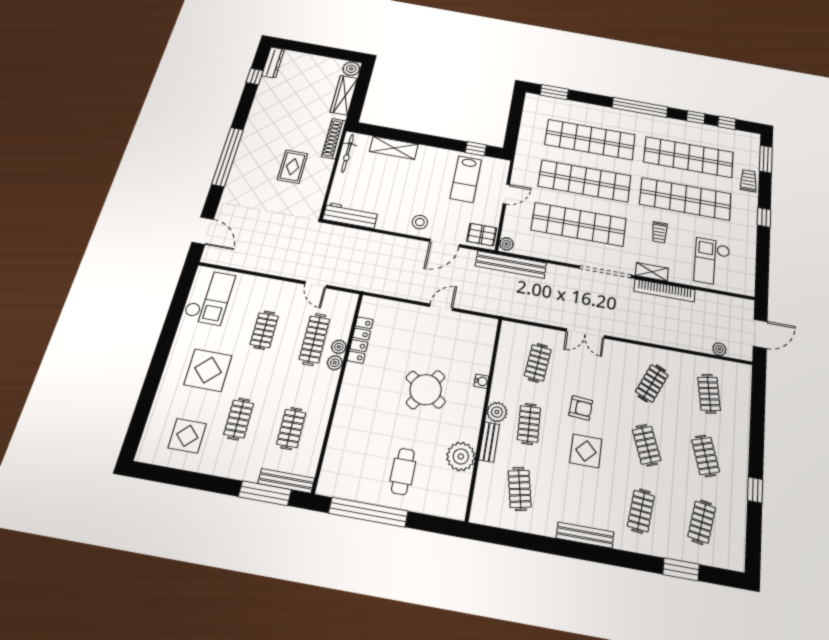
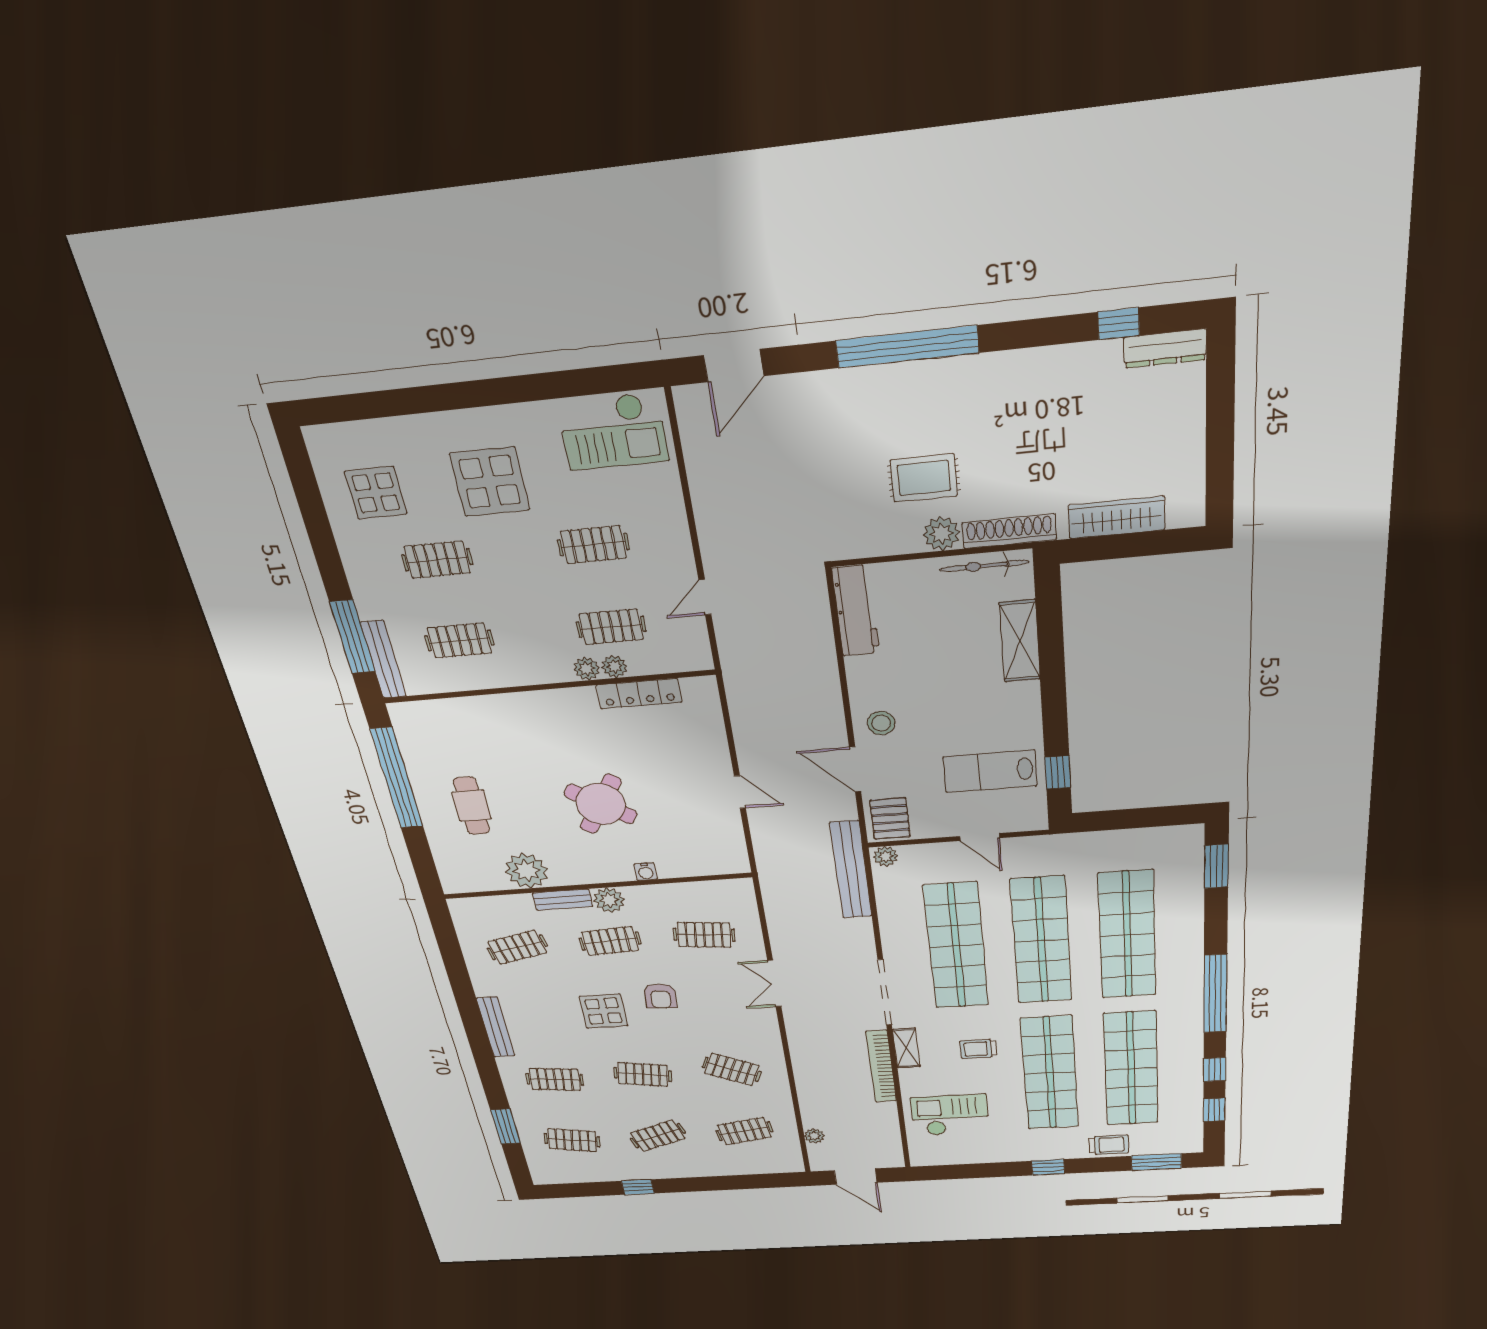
plant: (351, 69) -> (941, 534), moved
clothes rail: (314, 339) -> (611, 627), width x0.73
clothes rail: (647, 445) -> (643, 1074), turned 30
cafe table: (403, 471) -> (472, 806), turned 90

